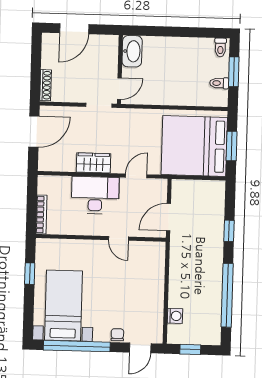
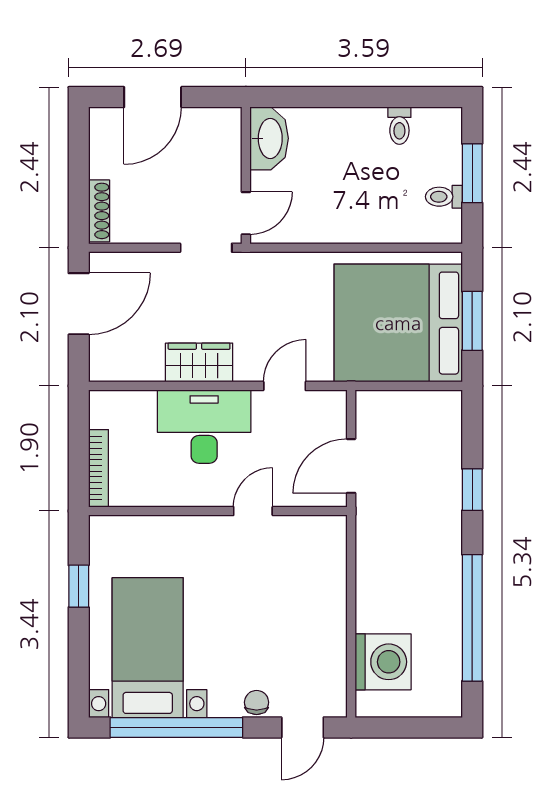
toilet: (220, 47) -> (399, 126), moved
door: (118, 238) -> (253, 511), swing flipped
washing machine: (175, 316) -> (383, 662), width x1.89, depth x1.89
window: (190, 349) -> (402, 727), removed

